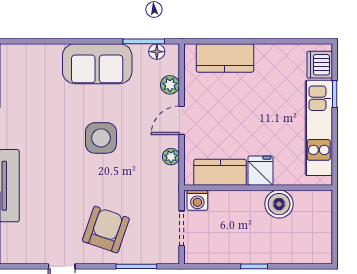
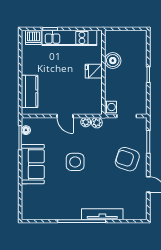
plant: (170, 85) -> (97, 123), moved
kitchen counter: (220, 172) -> (95, 94), removed

